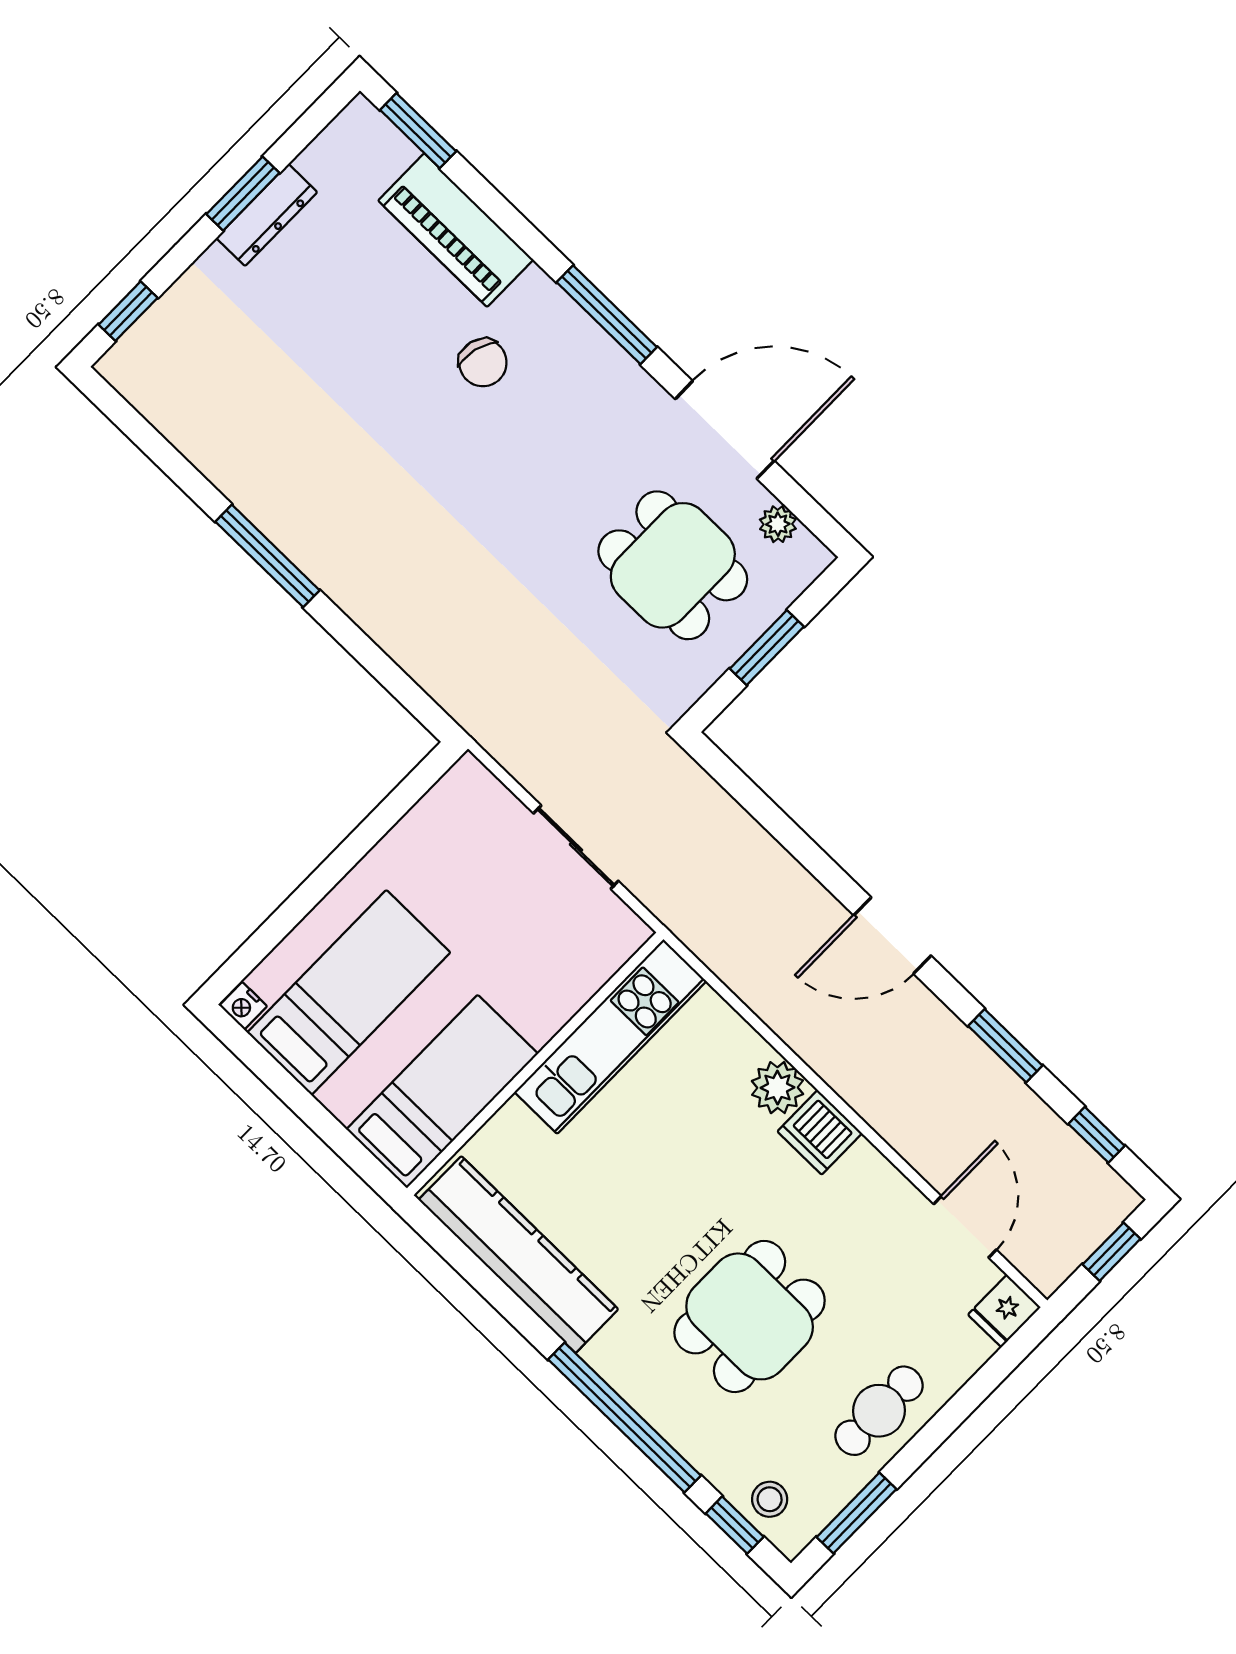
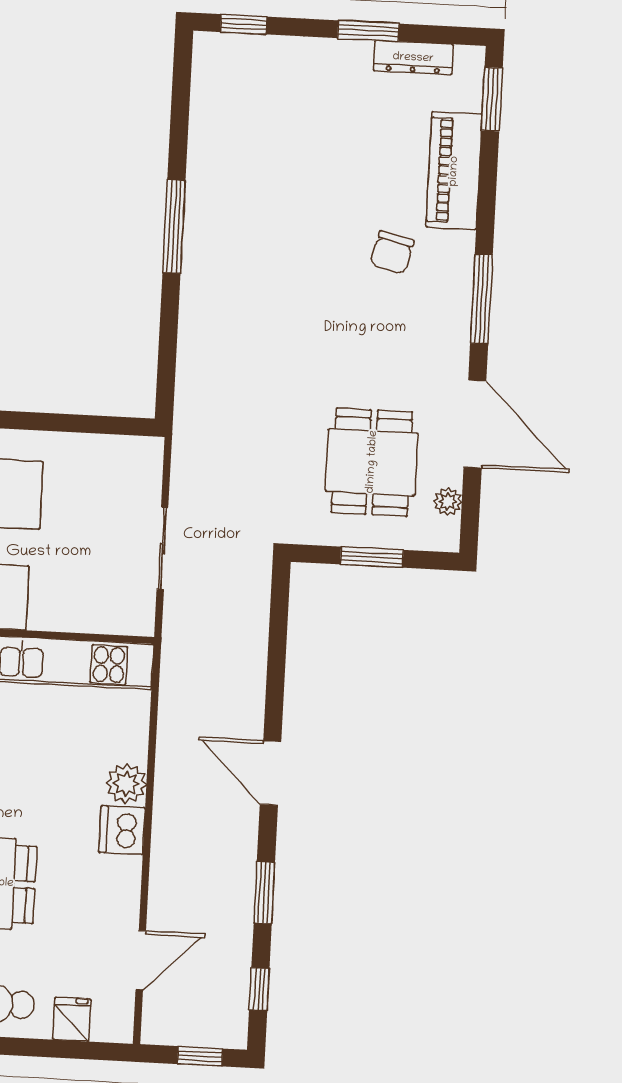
dresser: (267, 215) -> (413, 58), moved
fridge: (1004, 1311) -> (72, 1019), moved, turned 90

